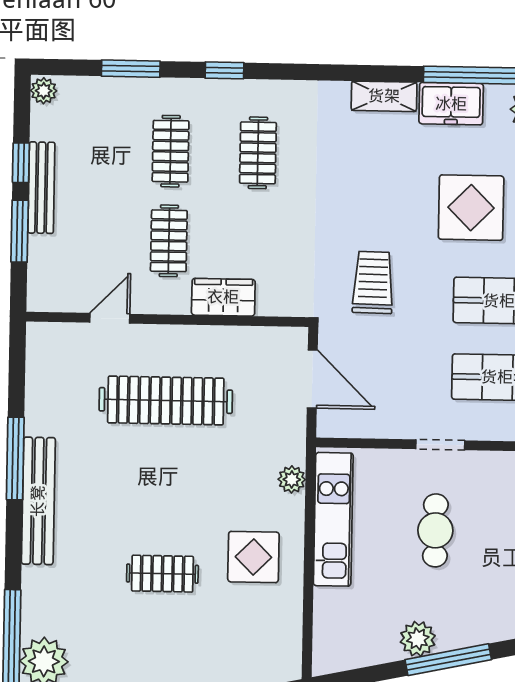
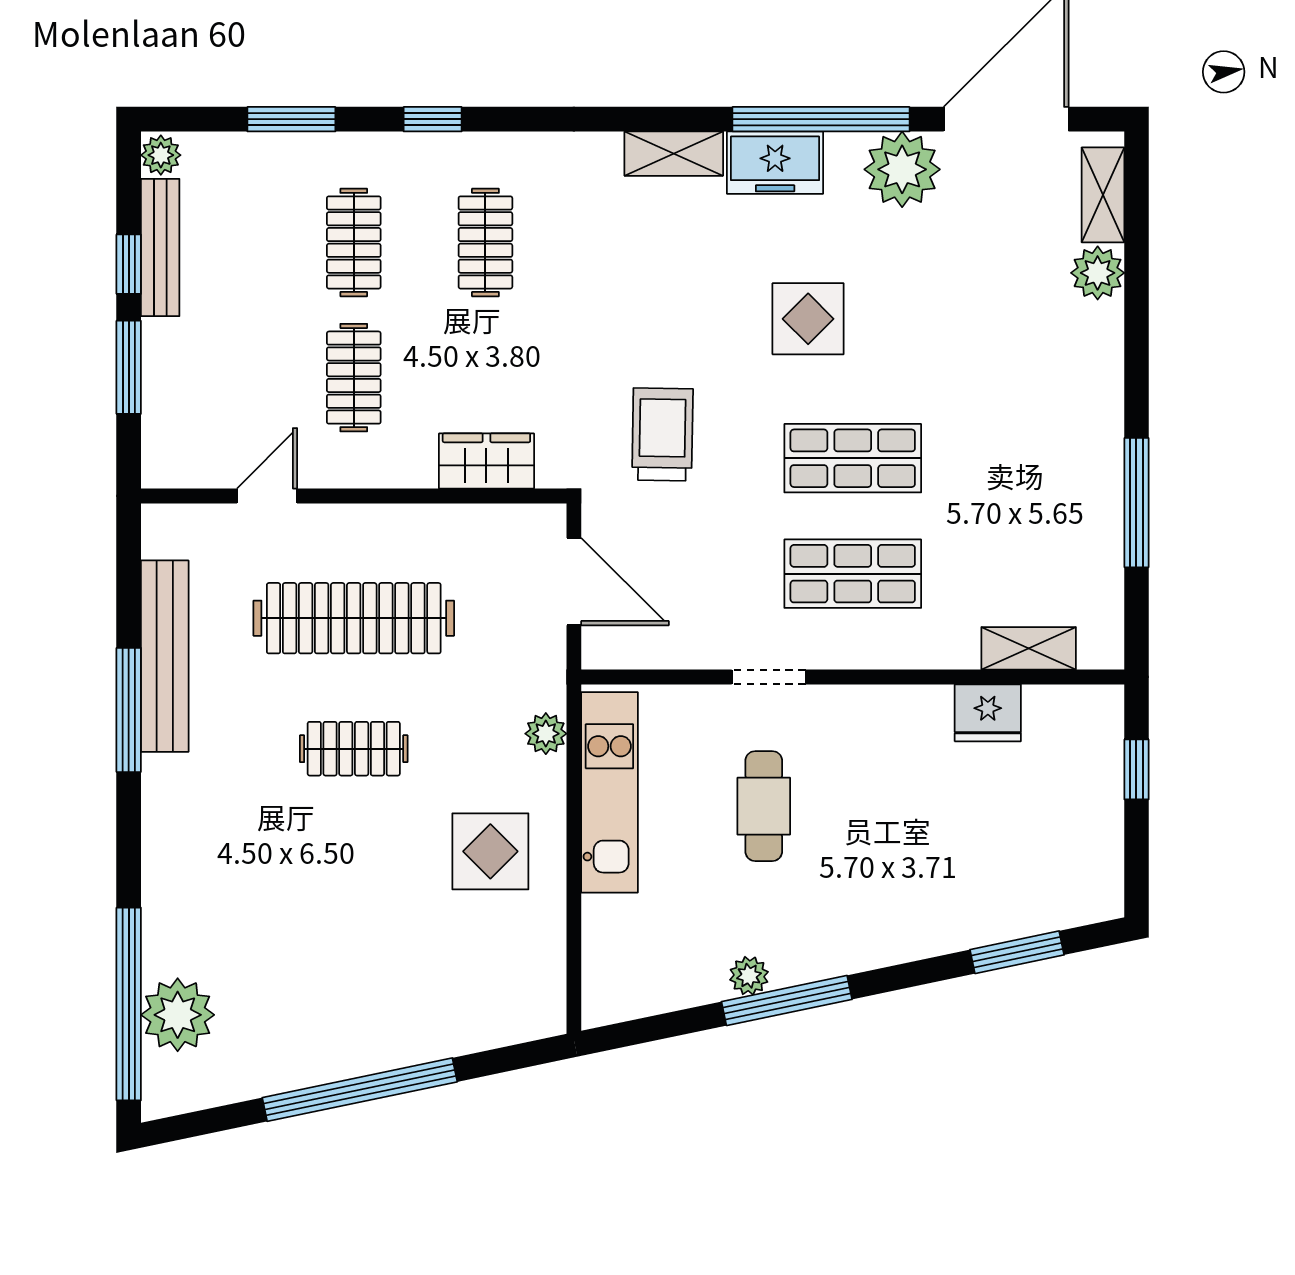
bench: (41, 188) -> (160, 248), moved
display table: (471, 208) -> (808, 319), width x0.73, depth x0.73
wardrobe: (223, 297) -> (486, 461), moved
bench: (38, 501) -> (165, 656), moved
clothes rail: (162, 574) -> (354, 749), moved
plant: (418, 639) -> (749, 976), width x0.73, depth x0.73

